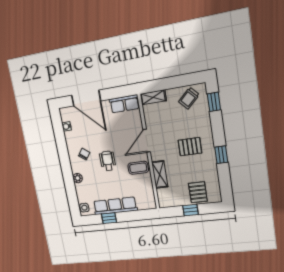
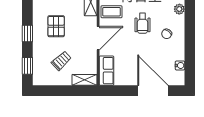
trolley: (189, 98) -> (61, 61), moved
row of seats: (124, 104) -> (106, 71), moved, turned 90
pallet: (190, 147) -> (56, 26), turned 90
window: (221, 155) -> (27, 33), moved

